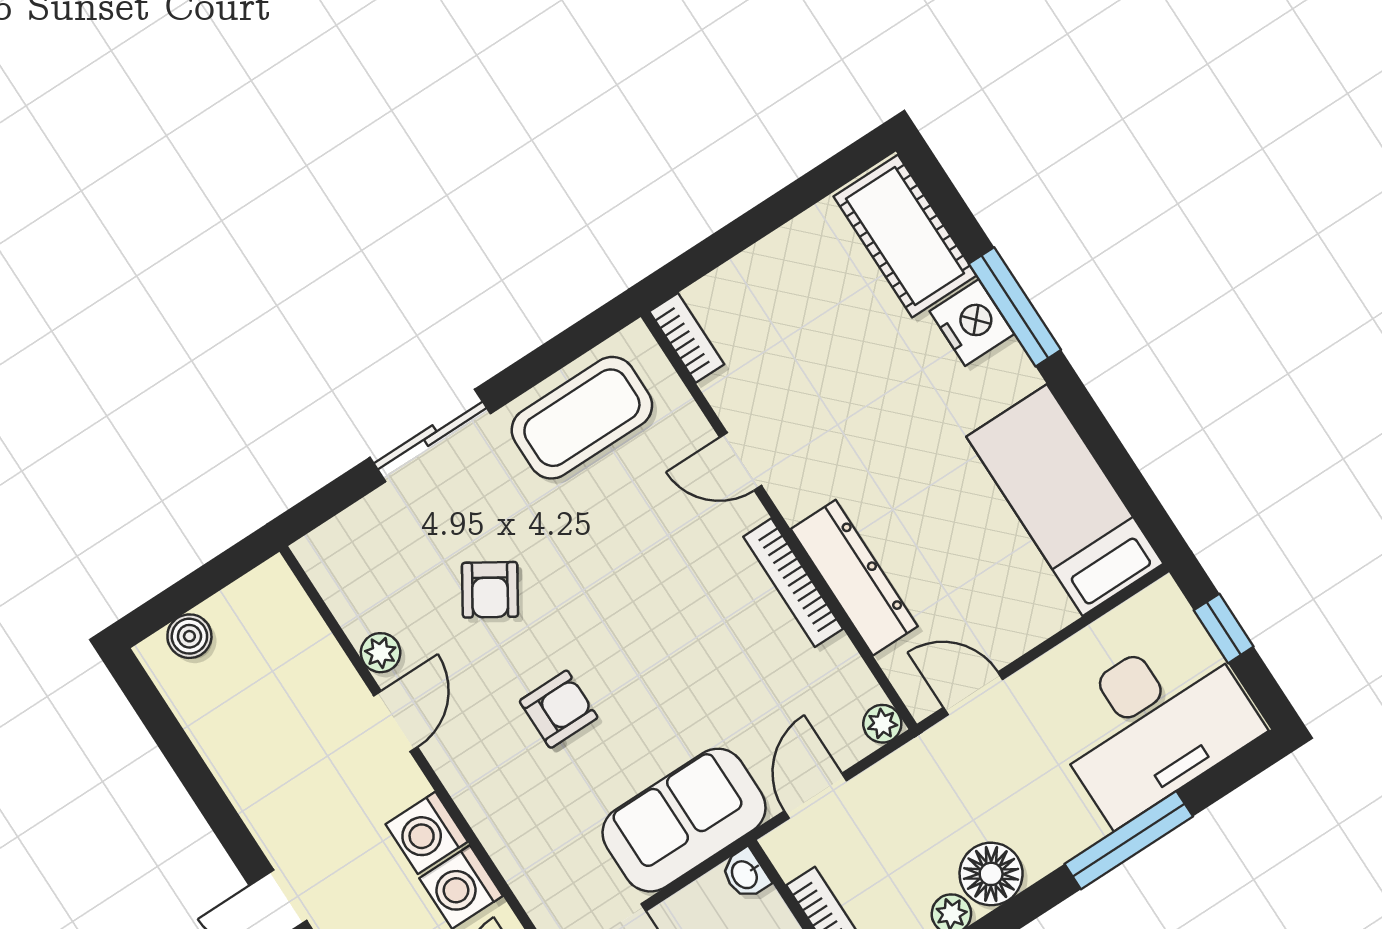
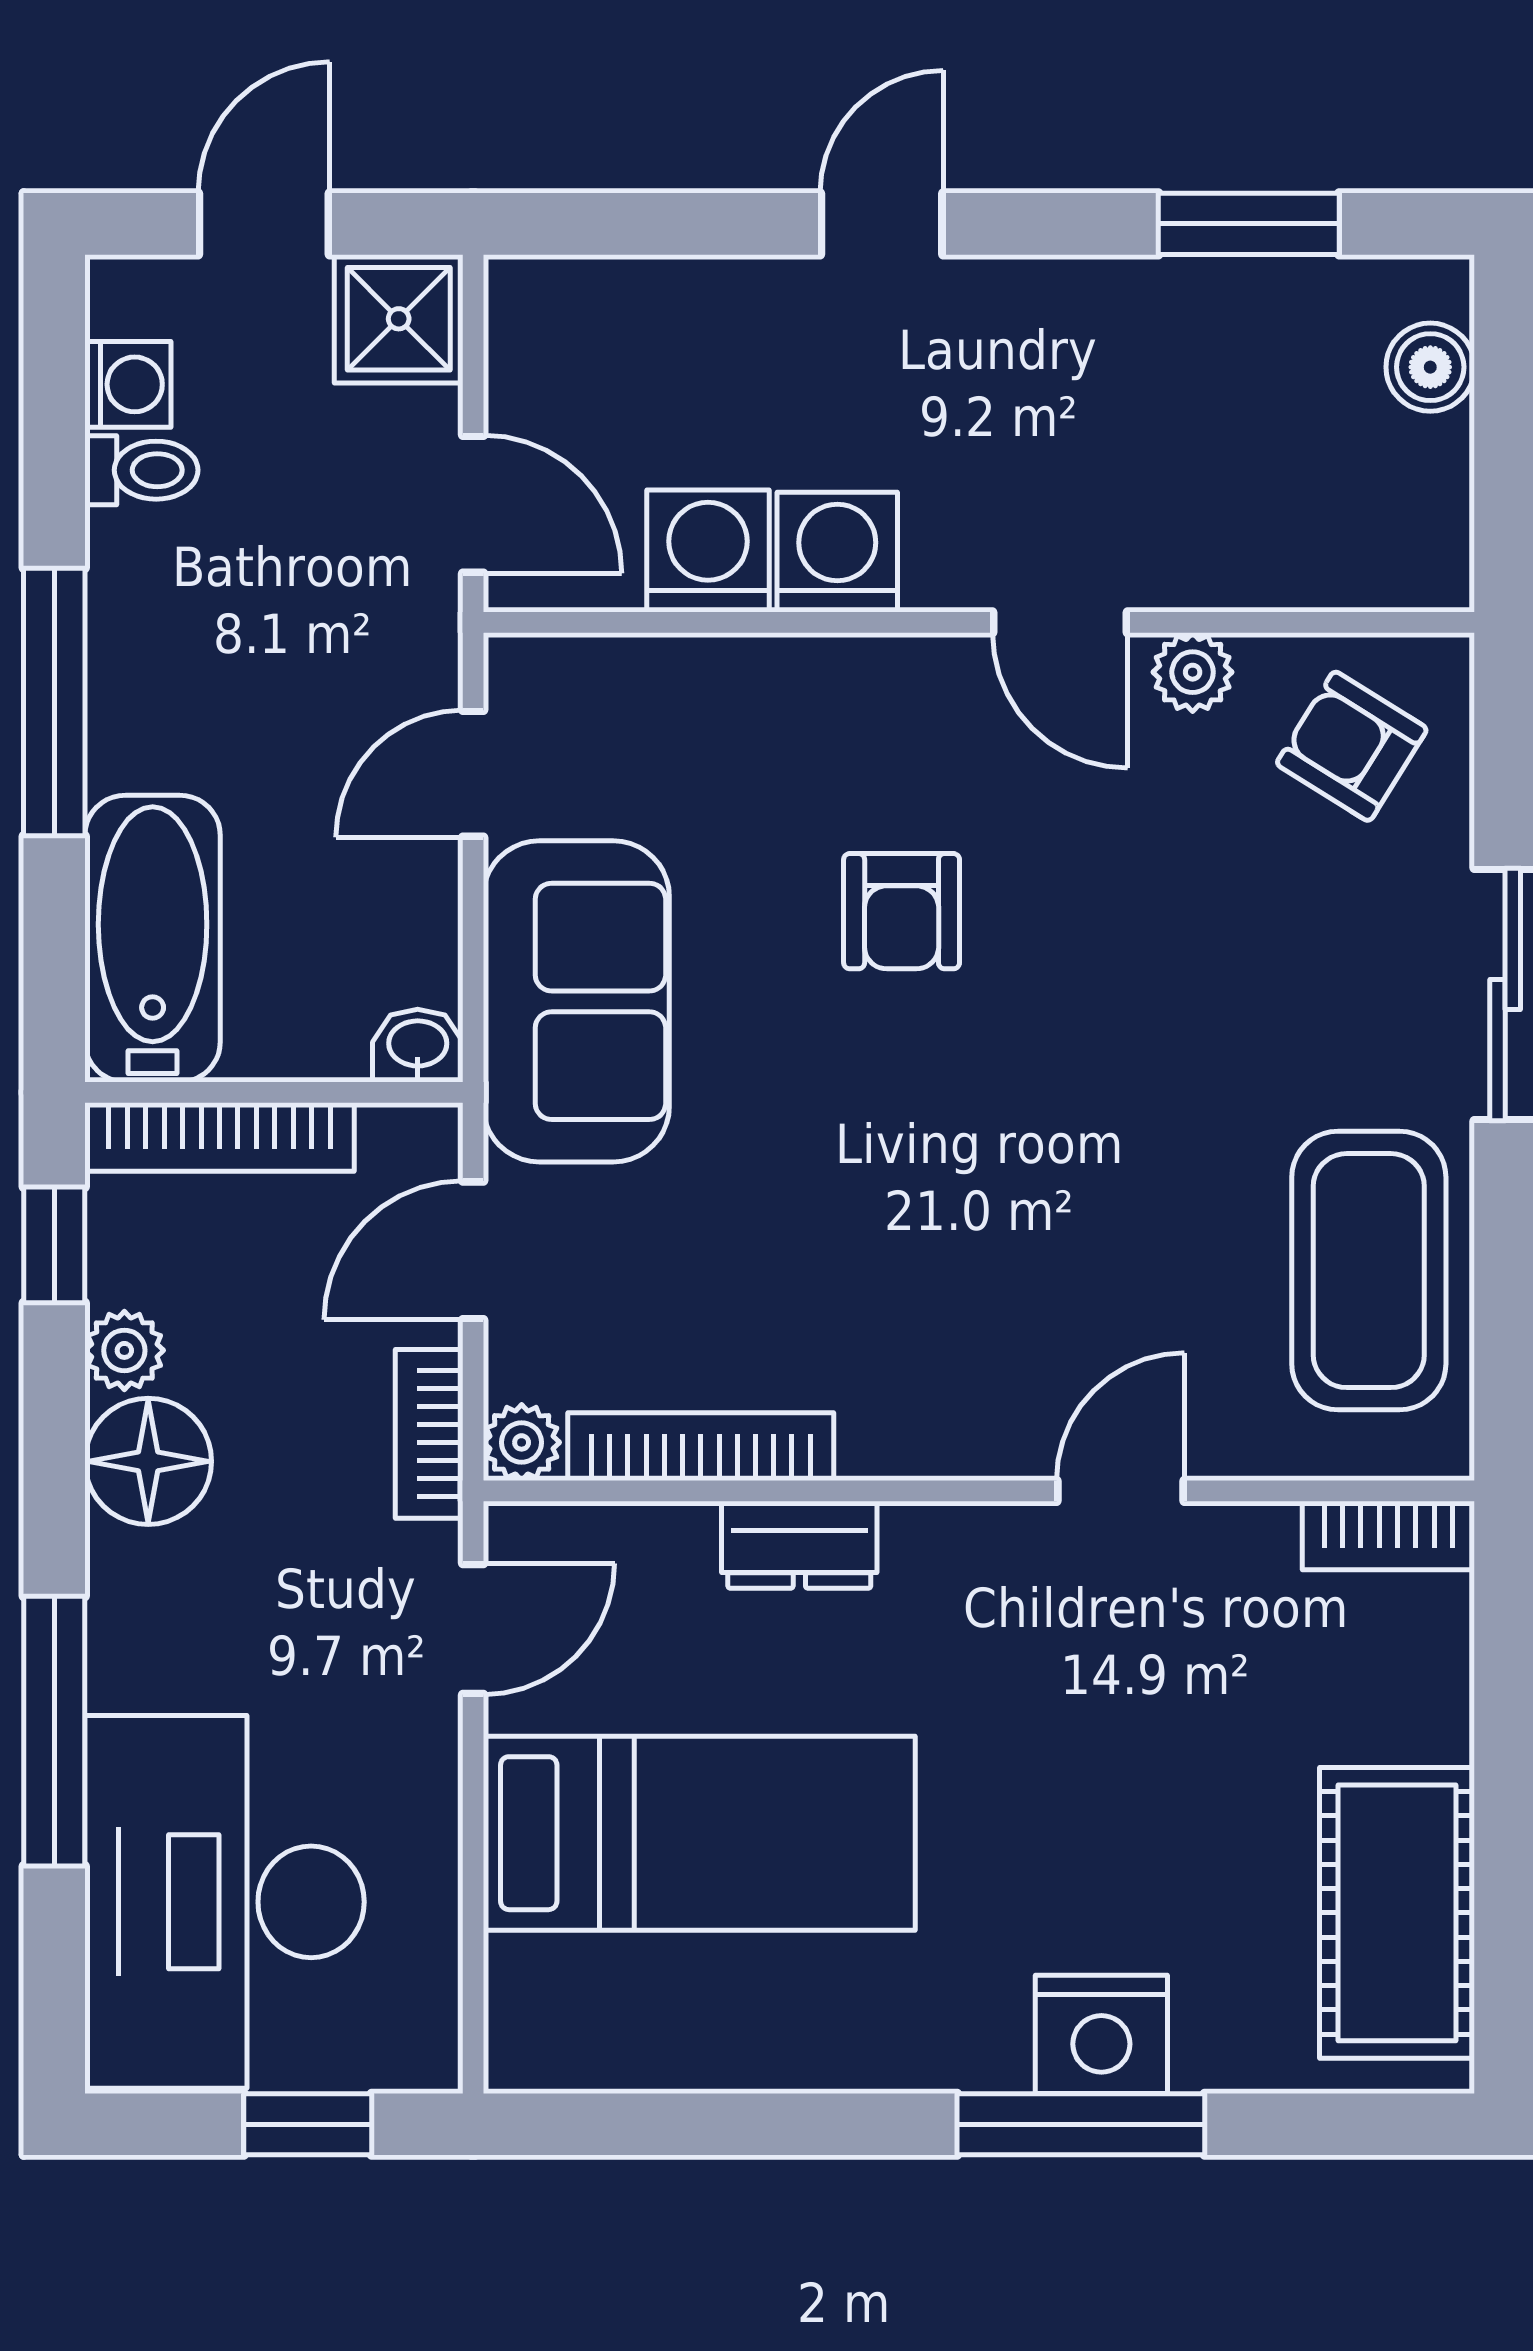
cot: (905, 236) -> (1397, 1913), moved, turned 90
bed: (1065, 500) -> (699, 1833), moved
dresser: (854, 578) -> (799, 1545), width x0.51, depth x0.80
bookcase: (793, 583) -> (701, 1447), moved
armchair: (490, 590) -> (1352, 746), moved
window: (179, 750) -> (1249, 224), added
bookcase: (904, 764) -> (429, 1434), added
door: (815, 796) -> (473, 1250), swing flipped

